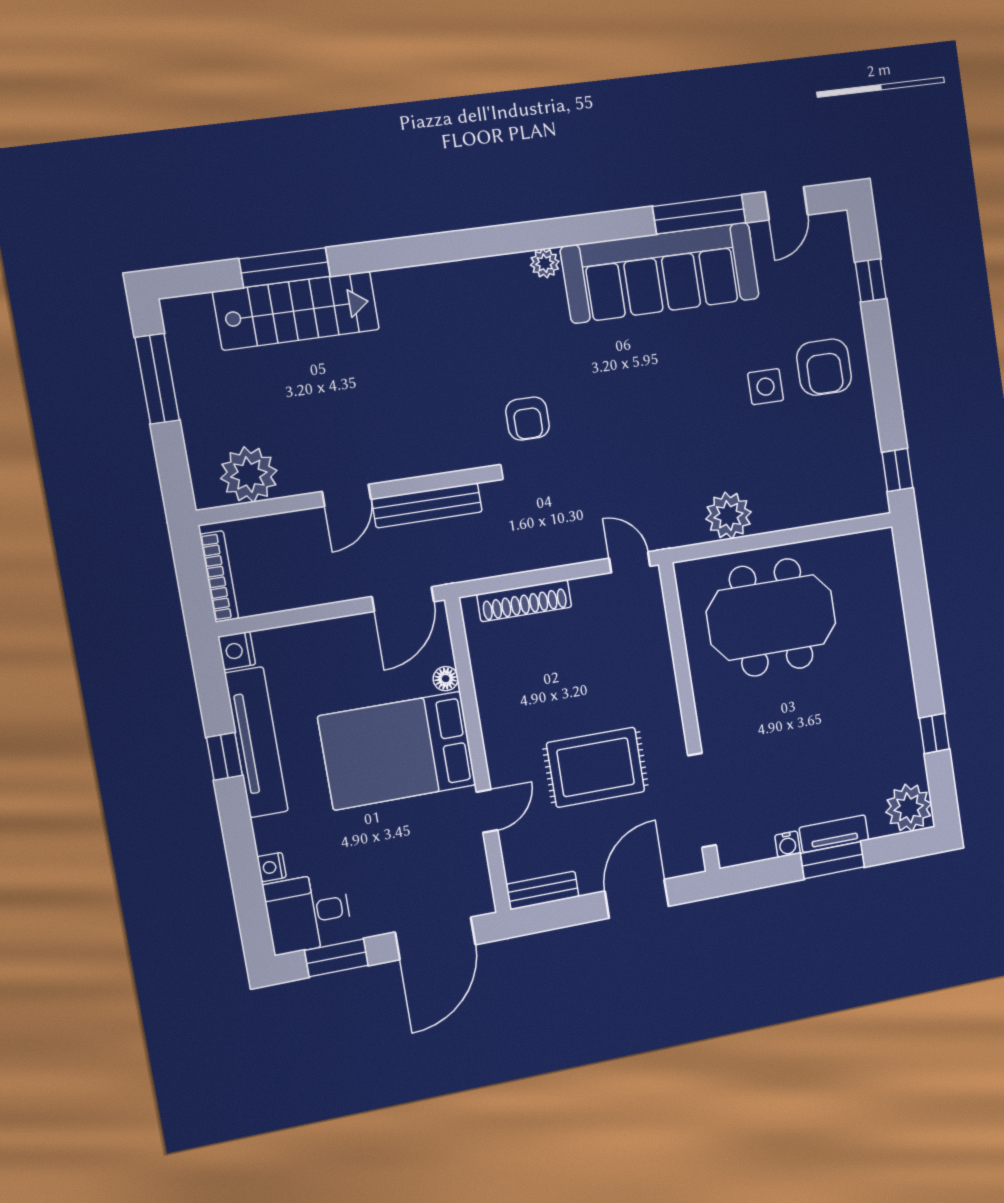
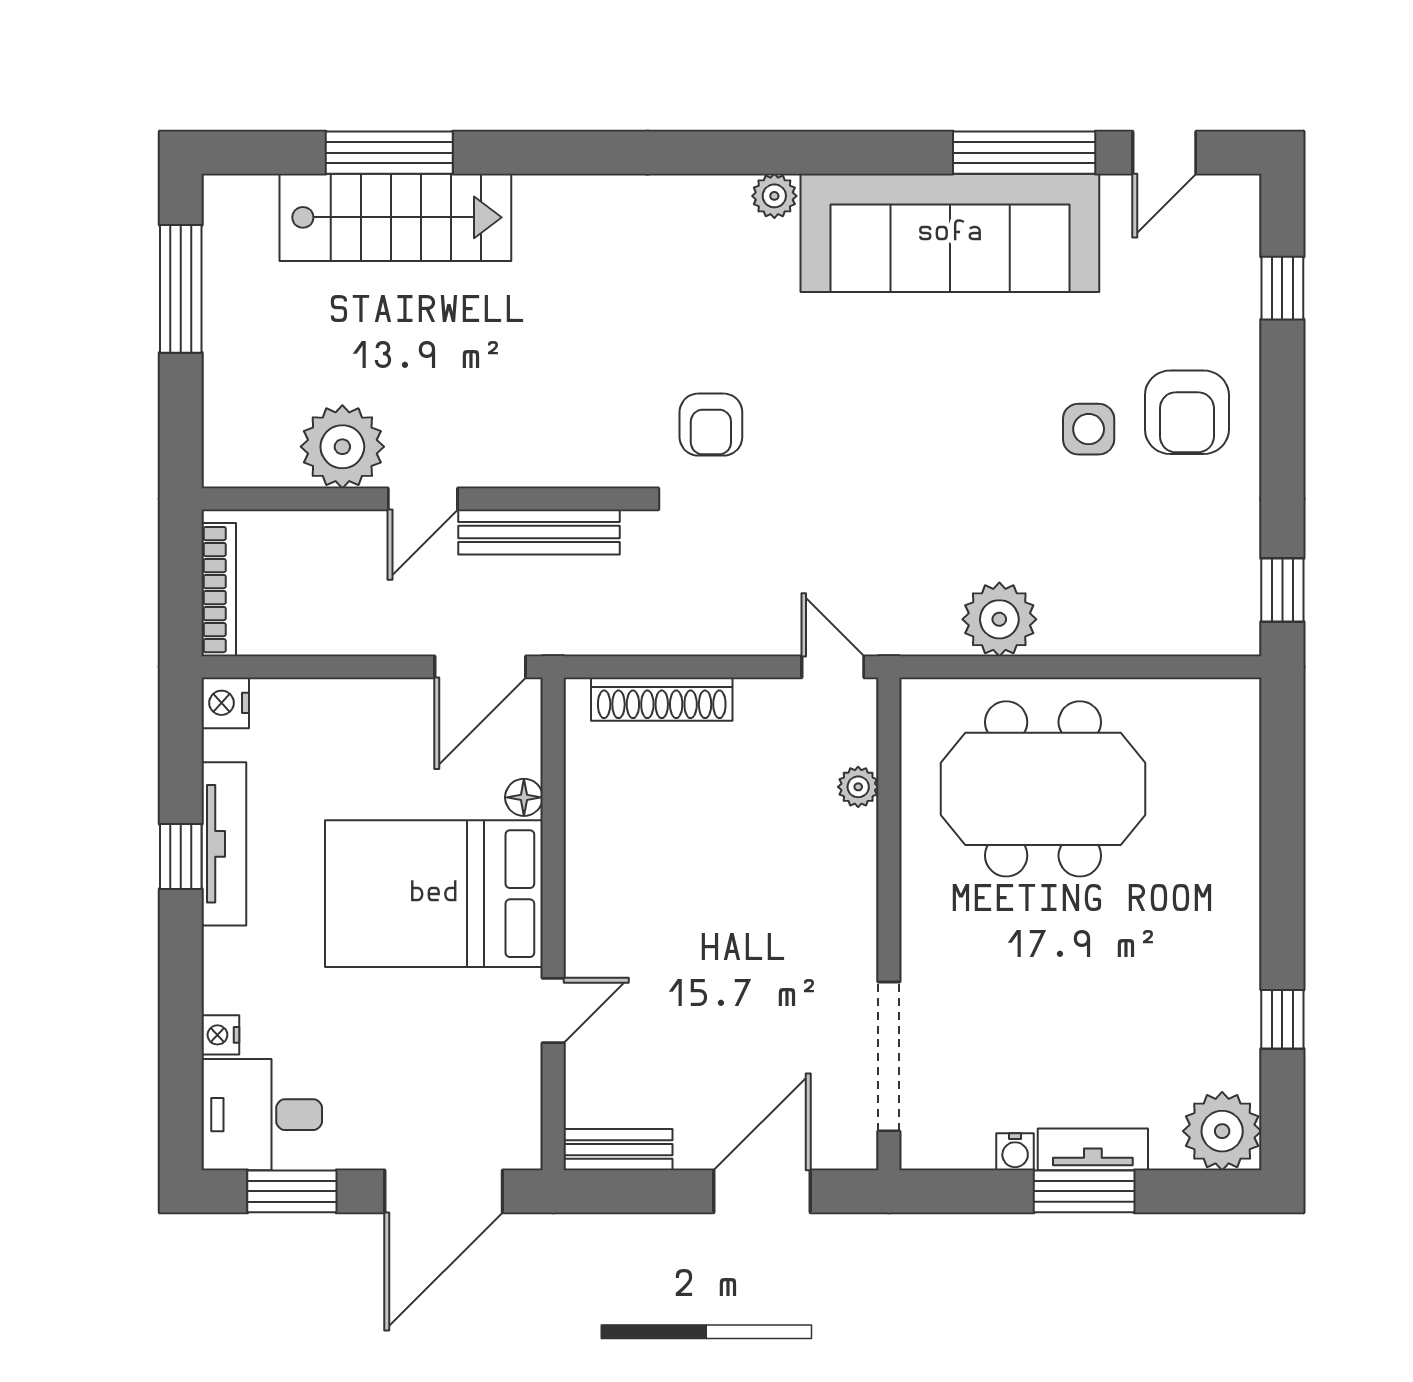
plant: (249, 475) -> (342, 447), moved
plant: (657, 636) -> (858, 787), added
tv unit: (256, 742) -> (224, 844), width x0.73, depth x0.78
rug: (596, 767) -> (730, 974), removed

